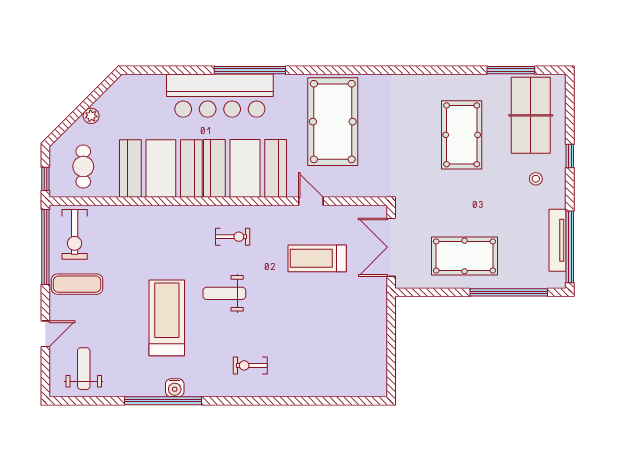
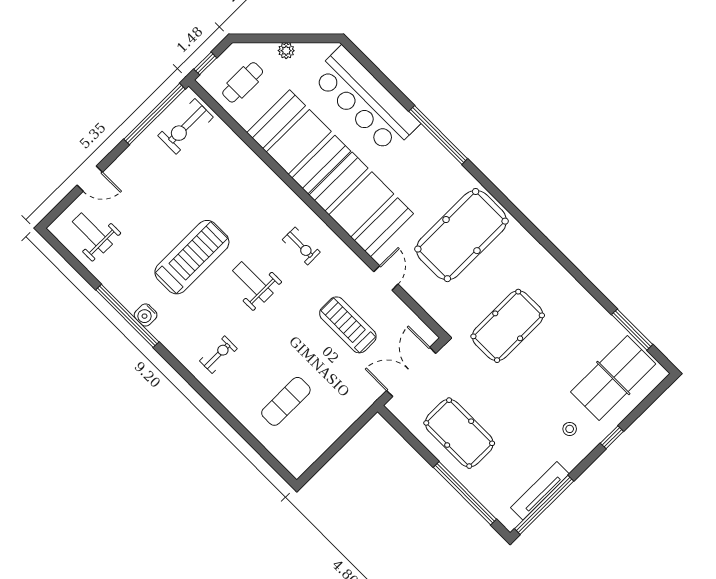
bar counter: (220, 96) -> (365, 100), moved
pool table: (462, 135) -> (508, 326), moved
exercise mat: (77, 284) -> (286, 401), moved, turned 90
exercise bike: (250, 365) -> (218, 355), turned 90
weight bench: (84, 369) -> (92, 233), turned -90

